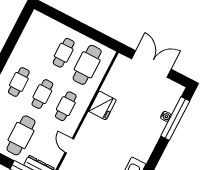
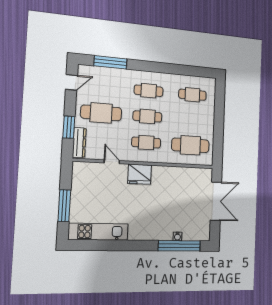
cafe table: (64, 53) -> (192, 95), moved
fridge: (102, 105) -> (140, 174), moved
door: (69, 146) -> (112, 162), hinge flipped

